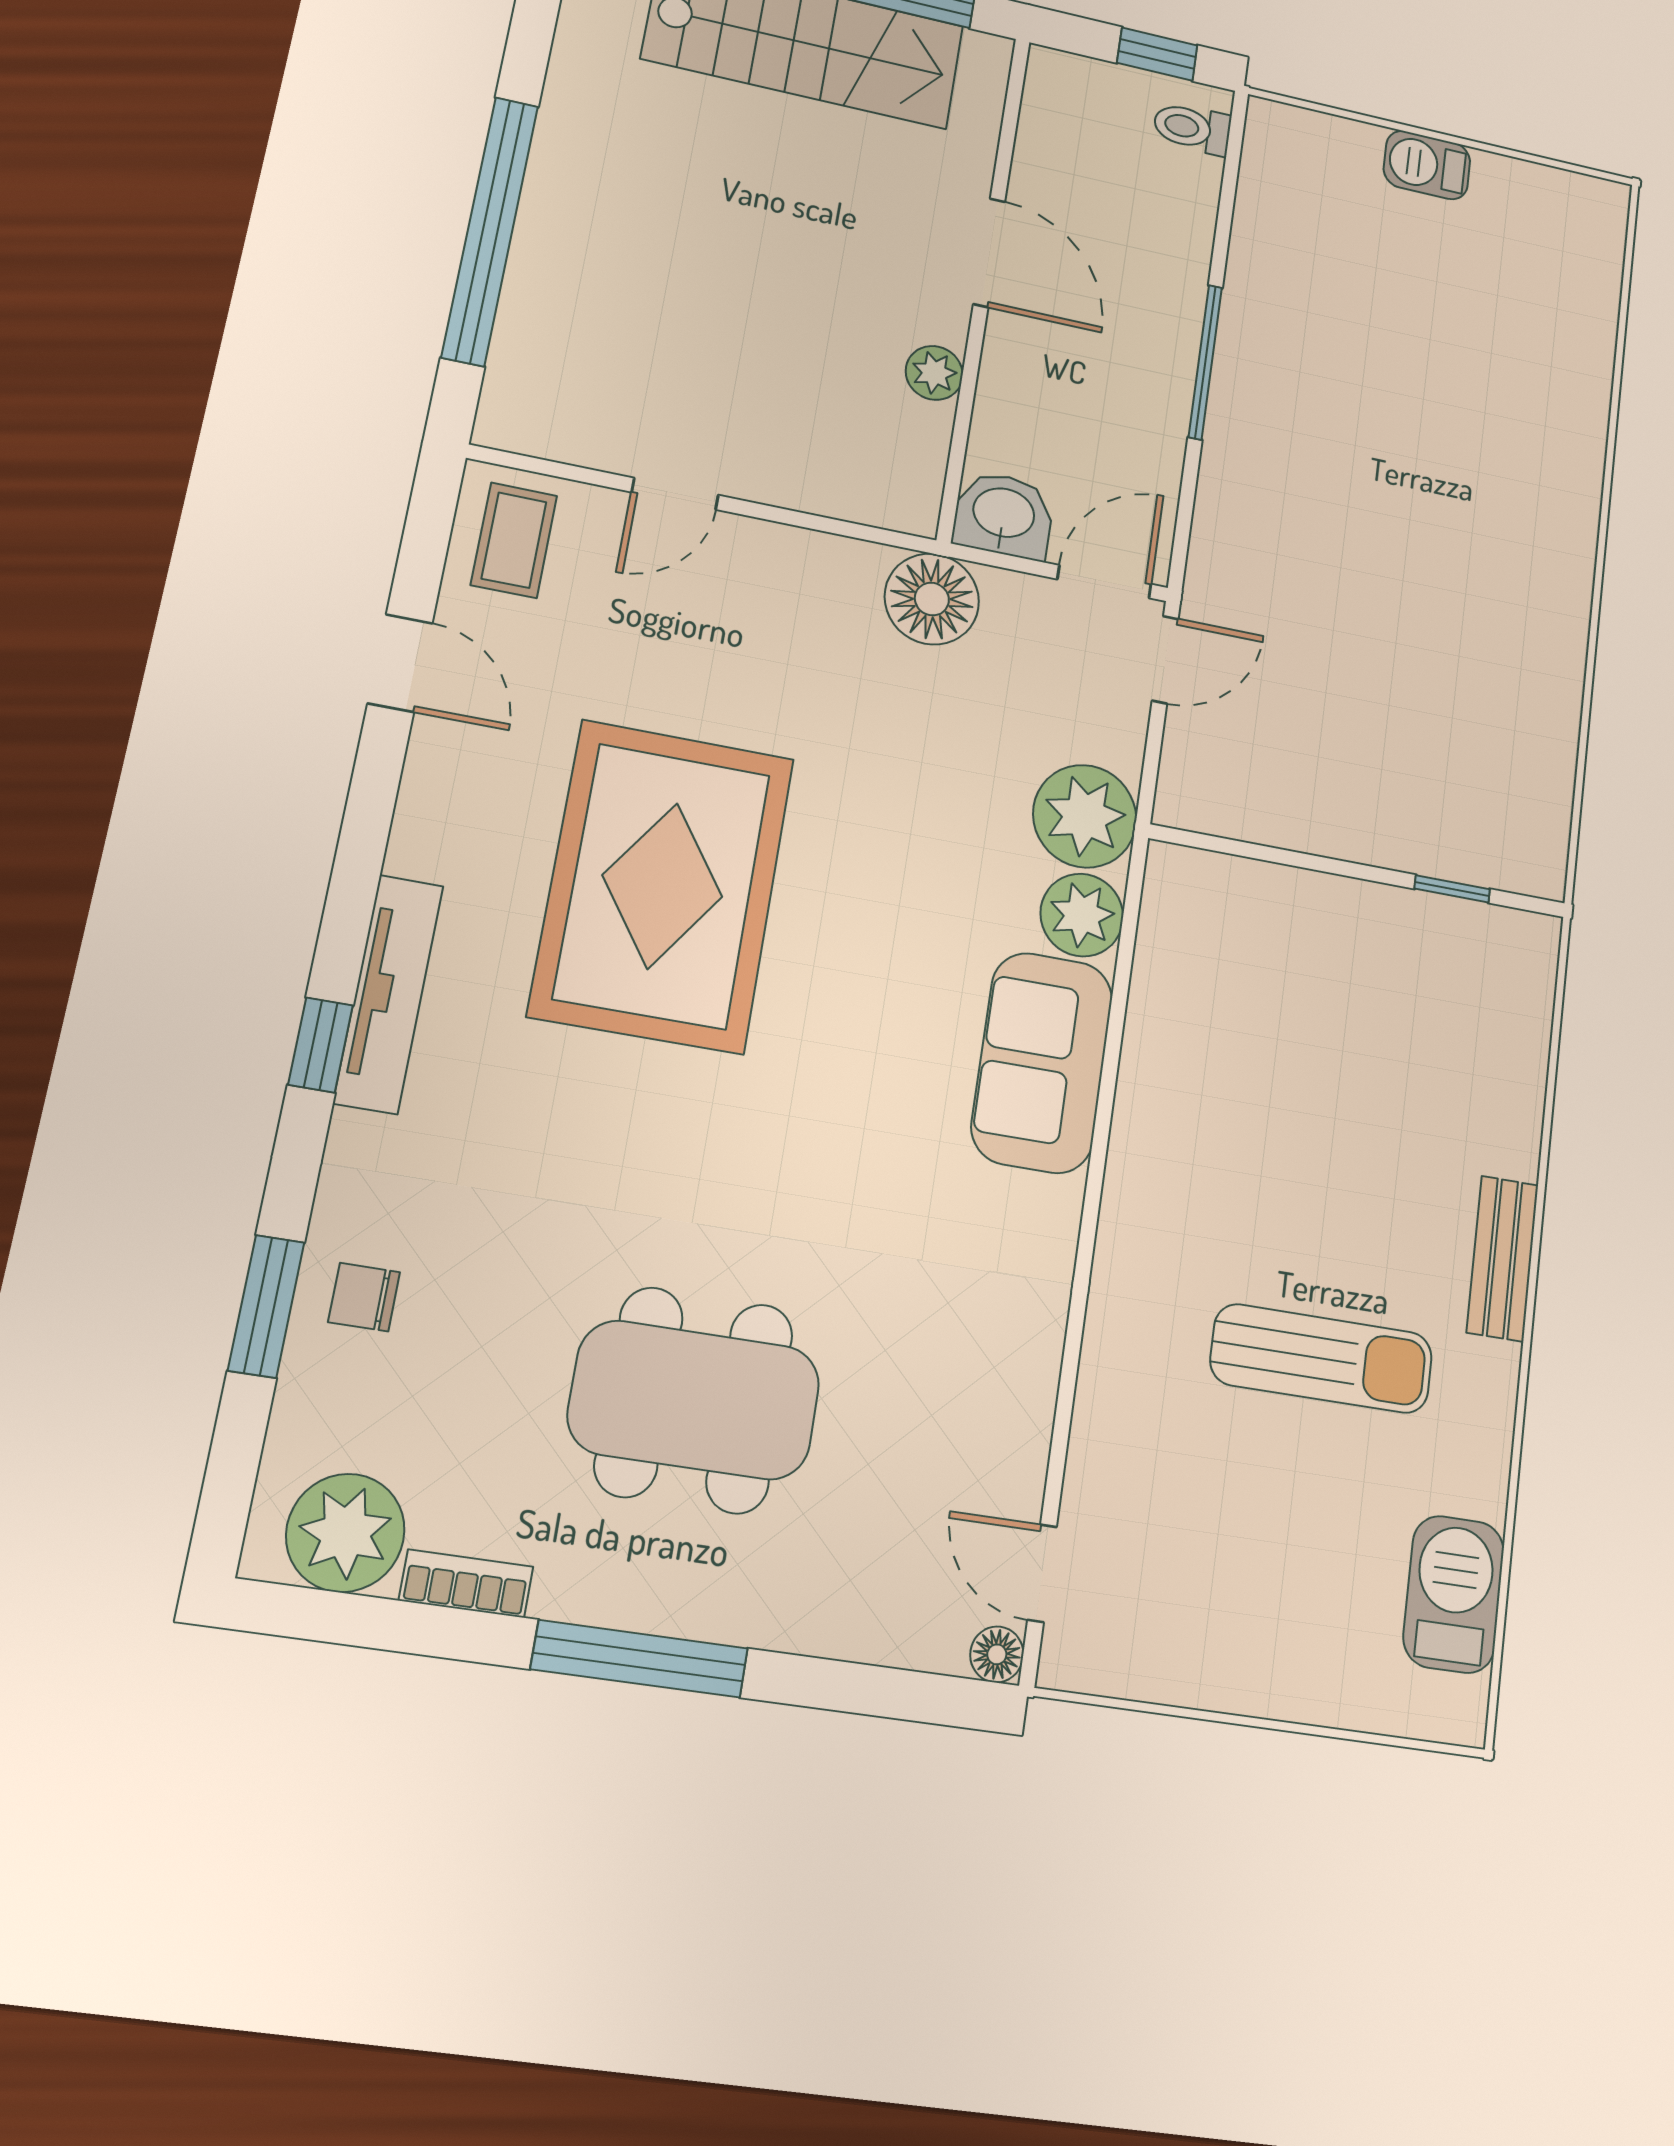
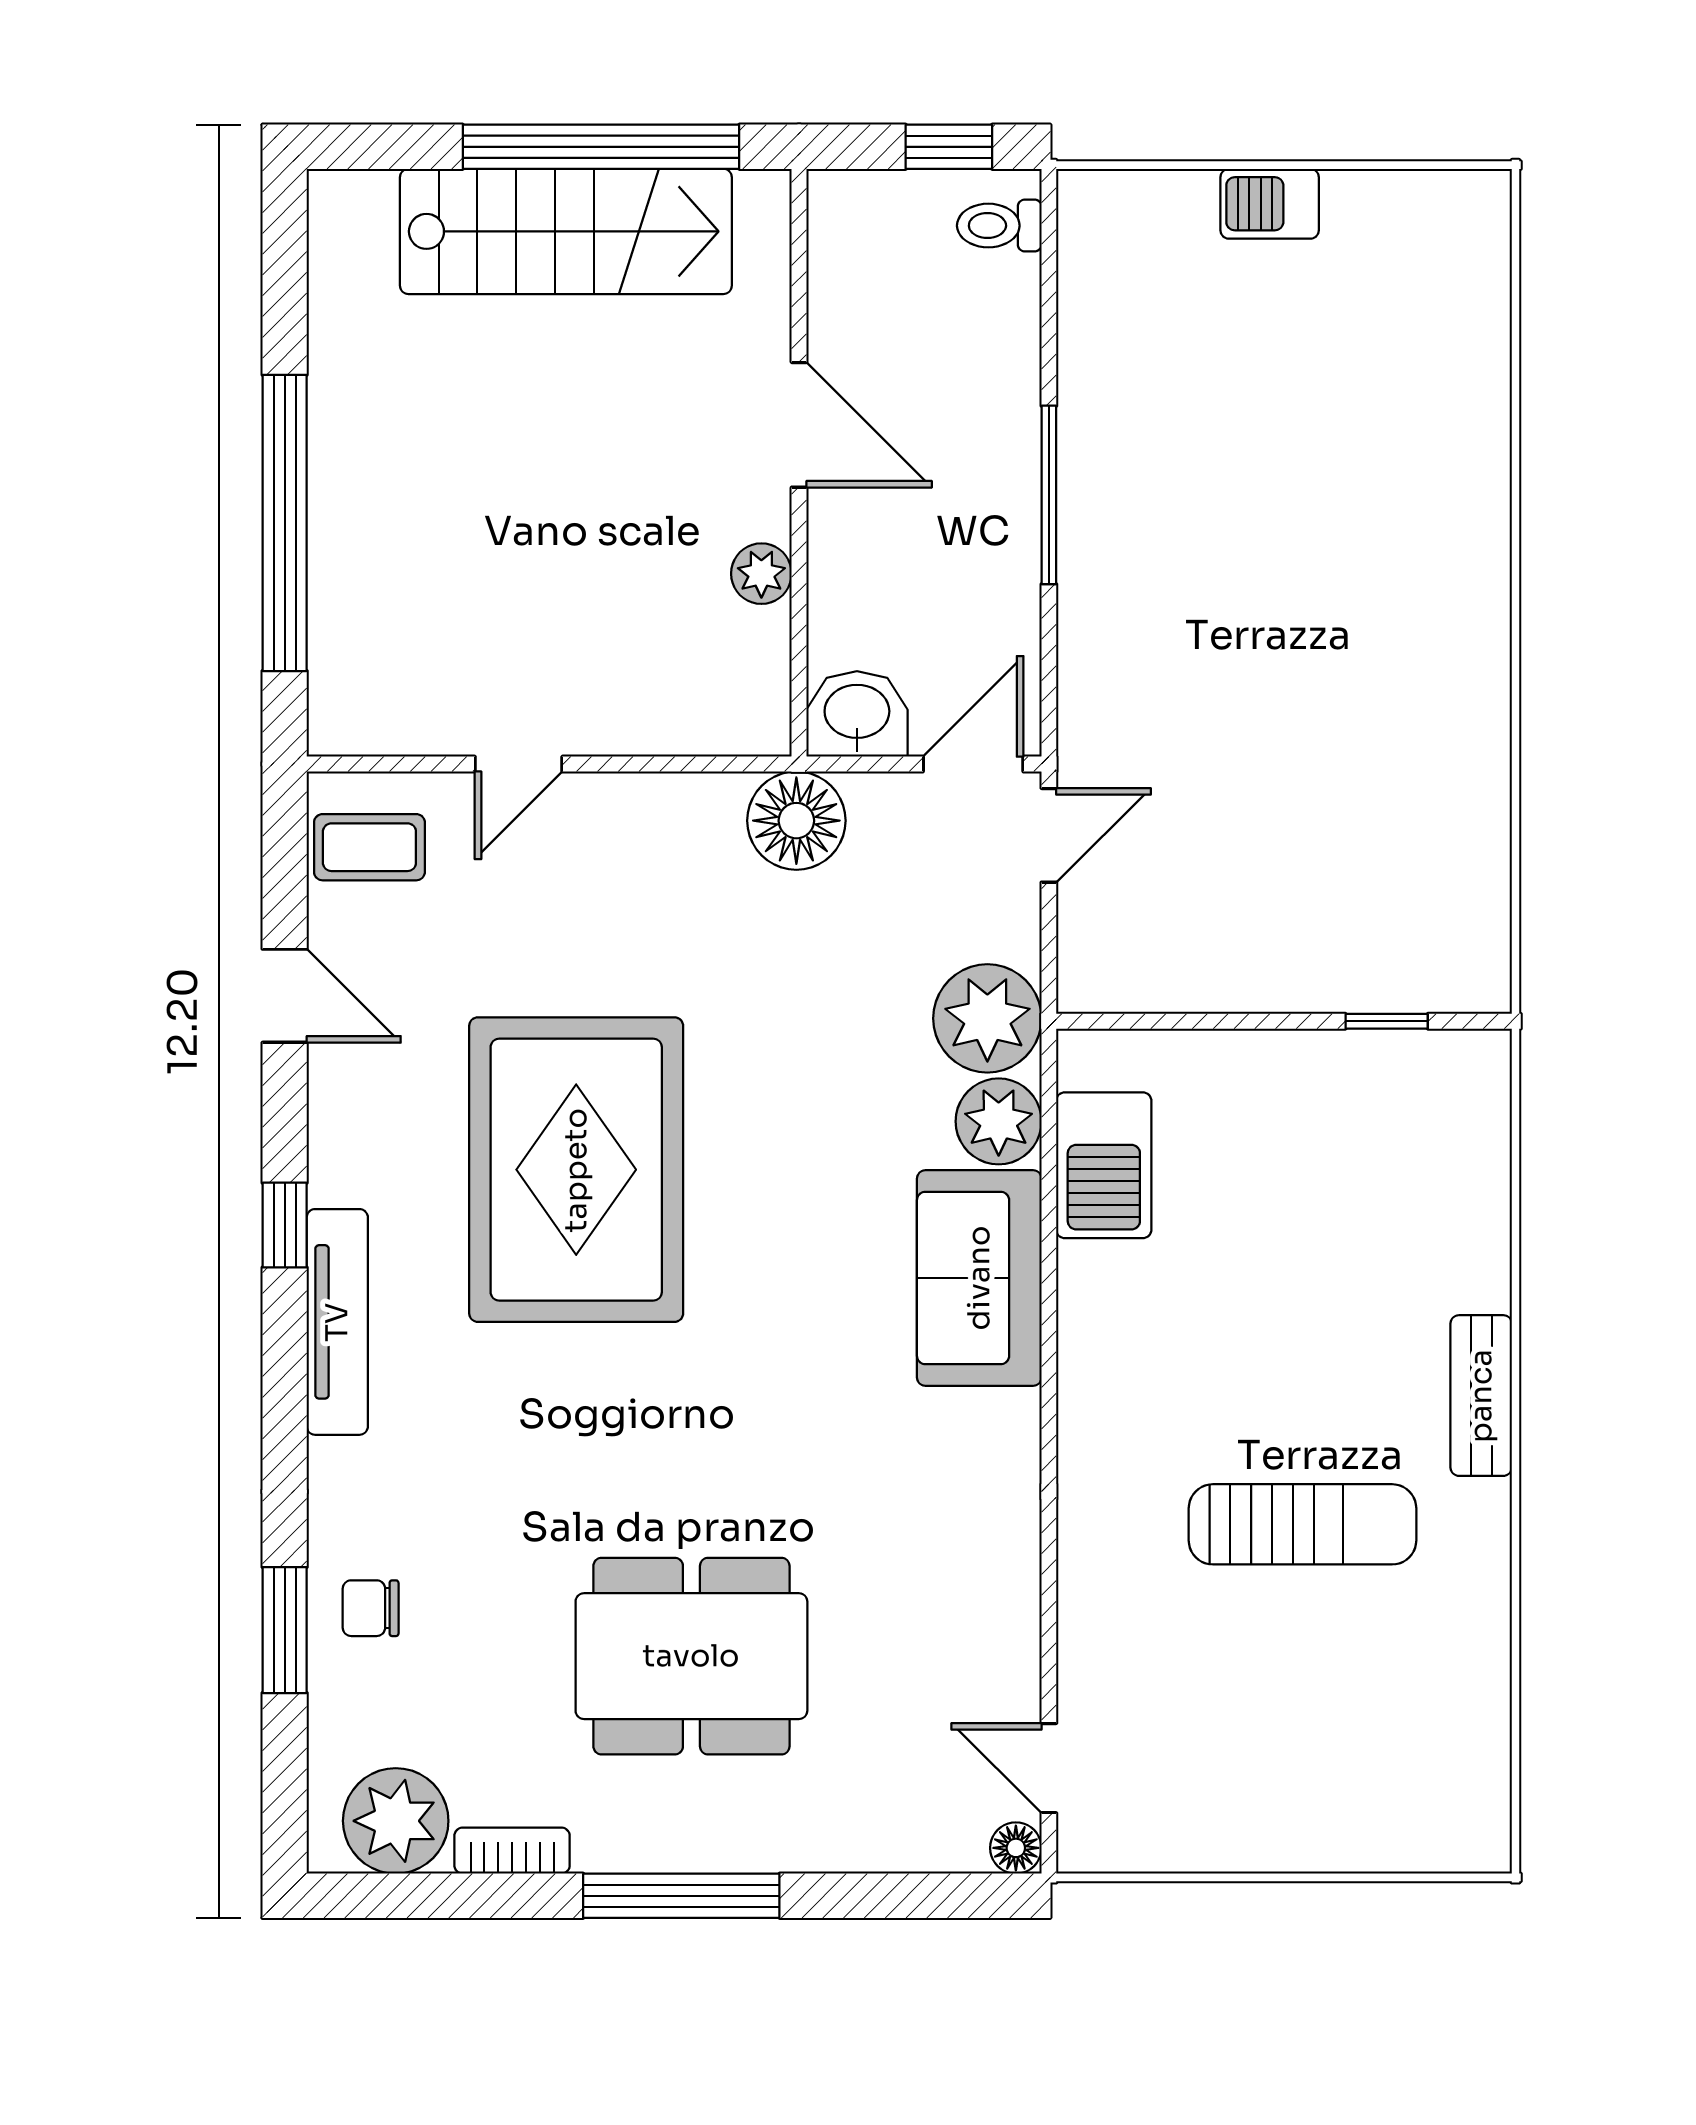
coffee table: (514, 540) -> (369, 847), turned 90
window: (321, 1045) -> (285, 1225), moved
barbecue: (1454, 1594) -> (1104, 1165), moved, turned 180

